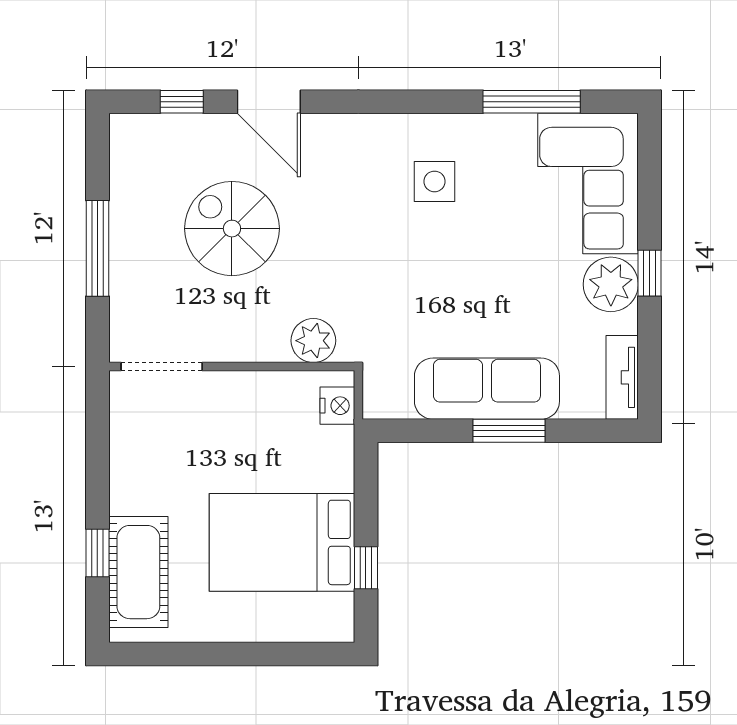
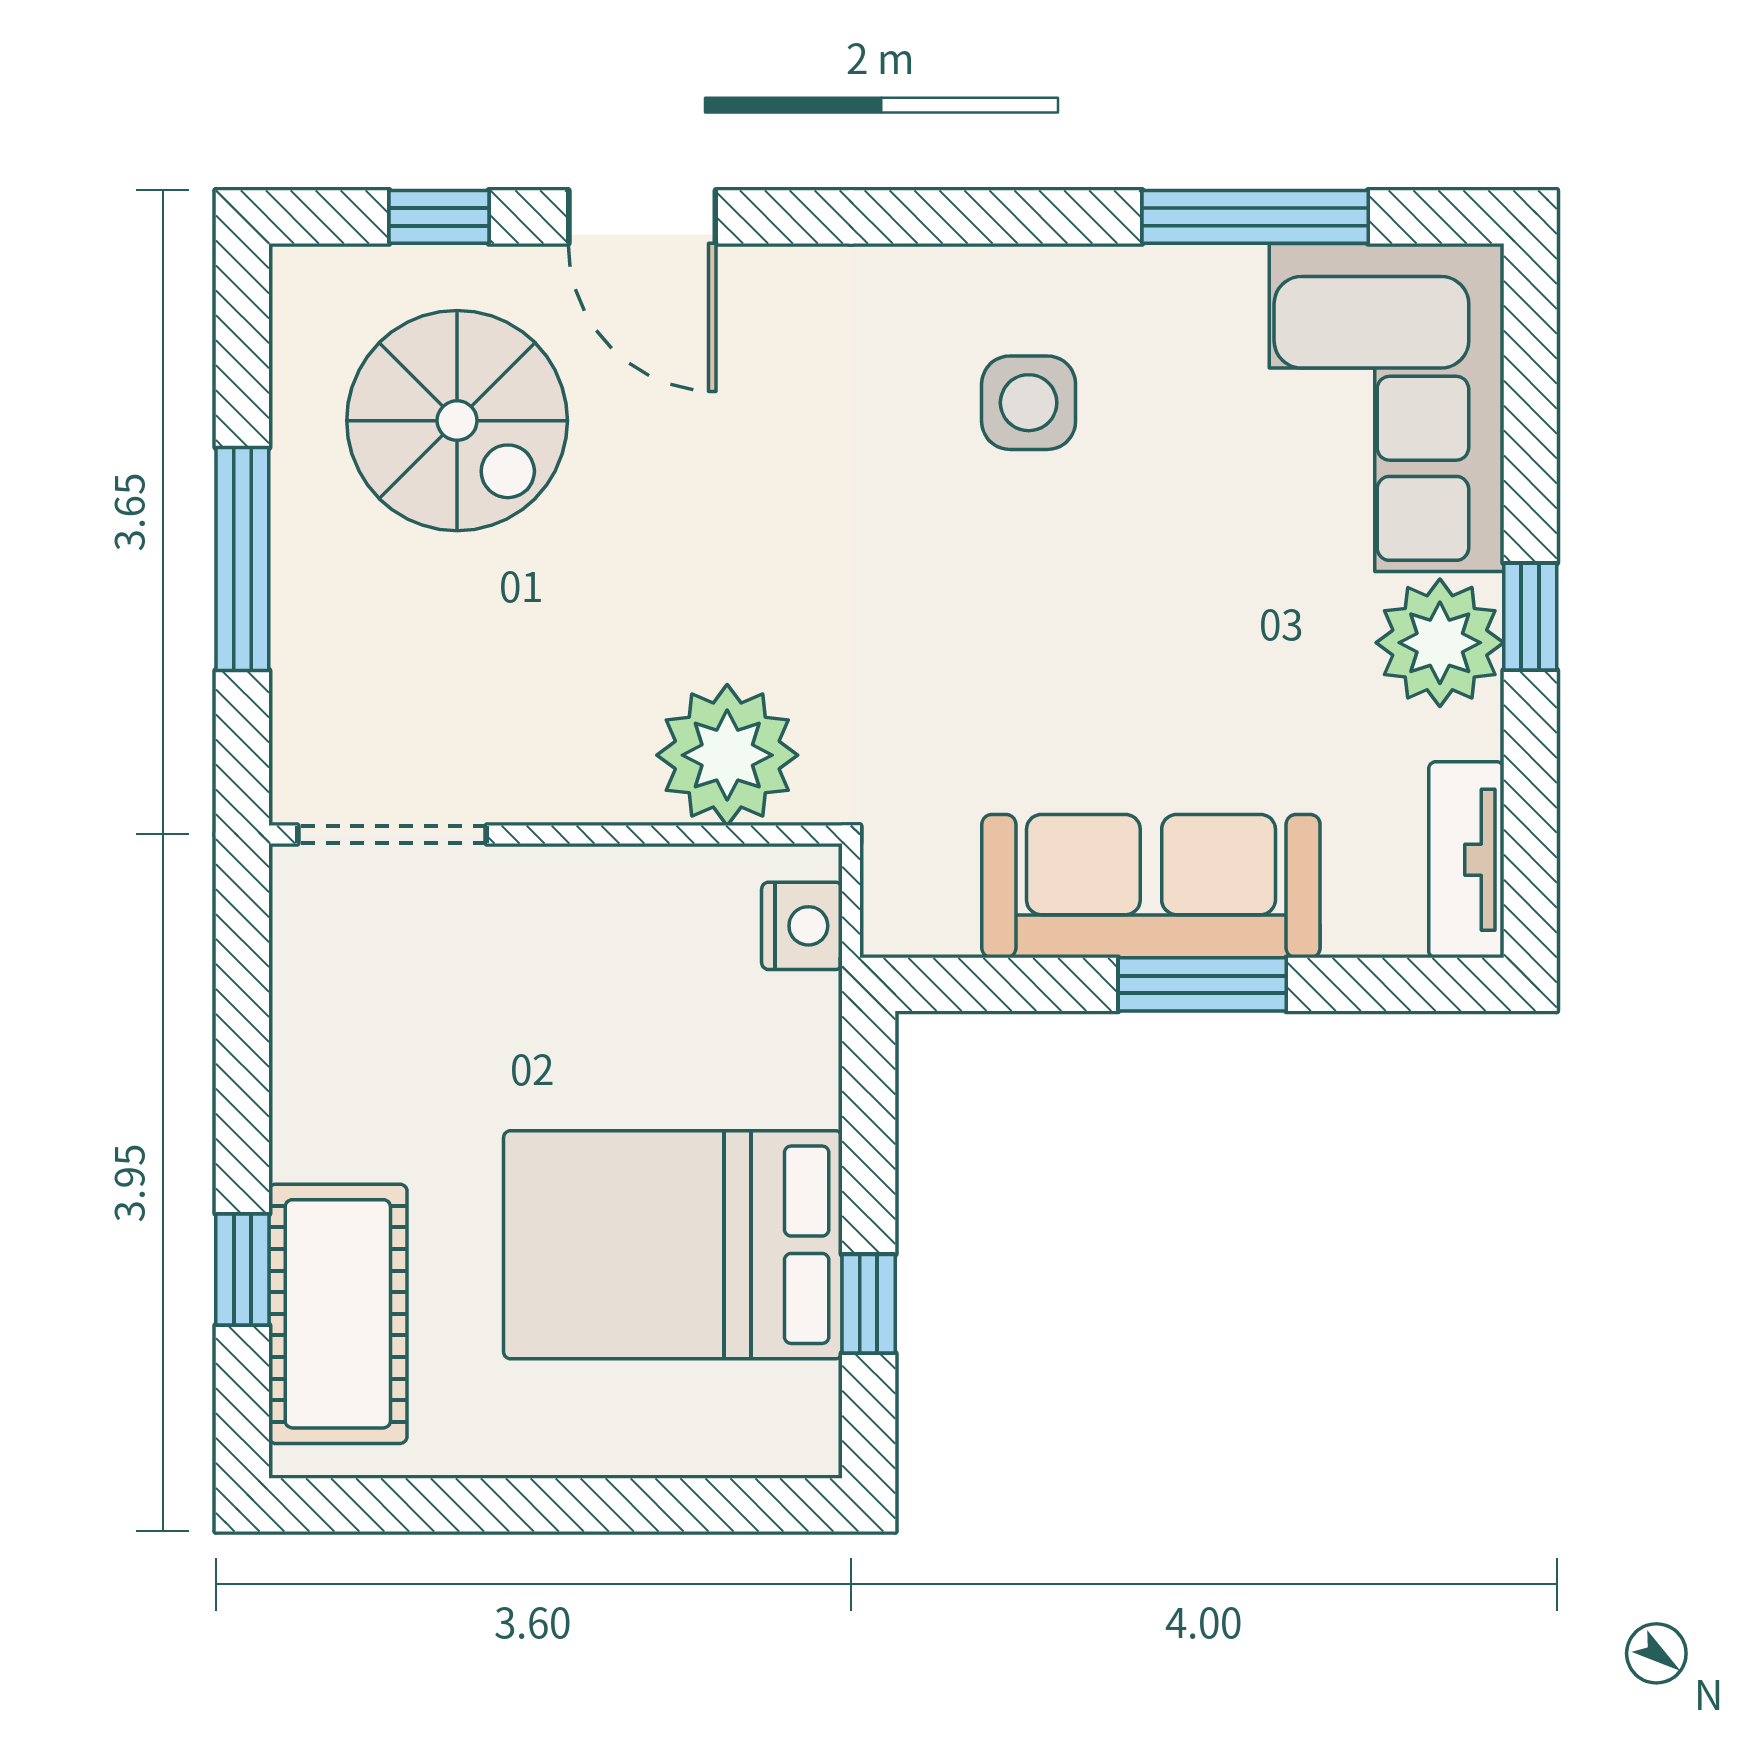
spiral stairs: (232, 229) -> (457, 421), moved, turned 180
plant: (313, 341) -> (727, 755), width x1.36, depth x1.36

